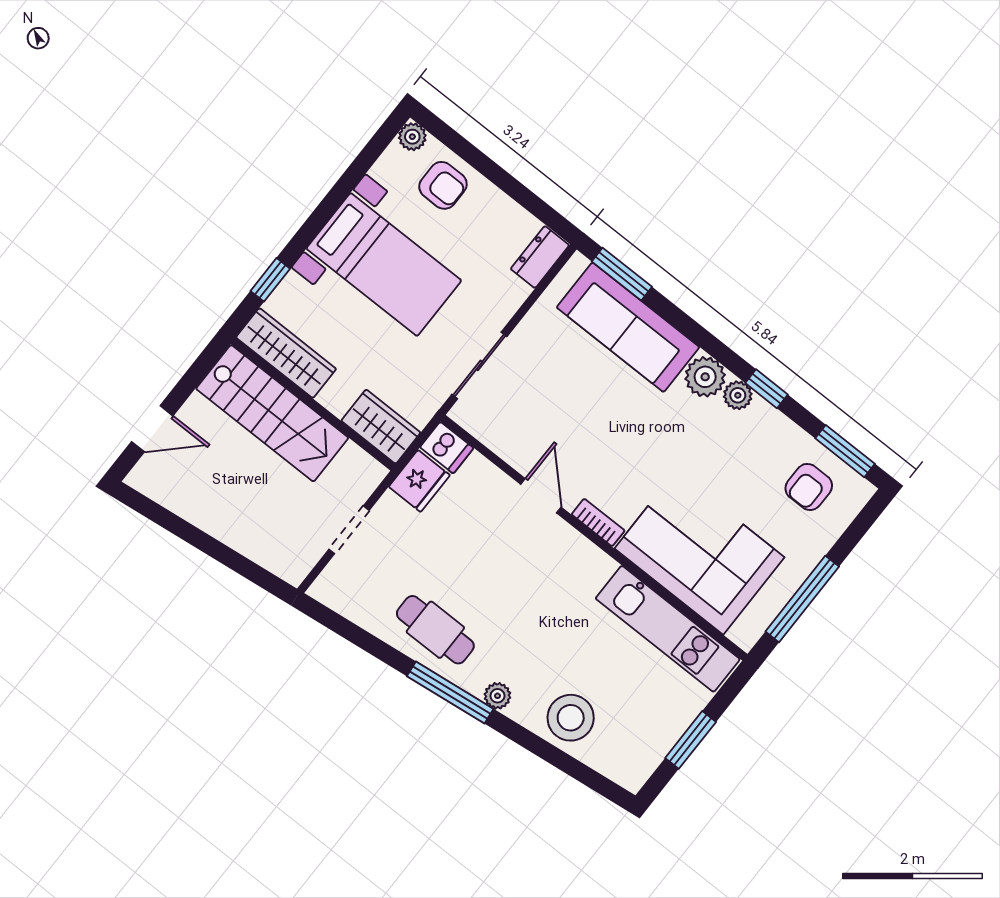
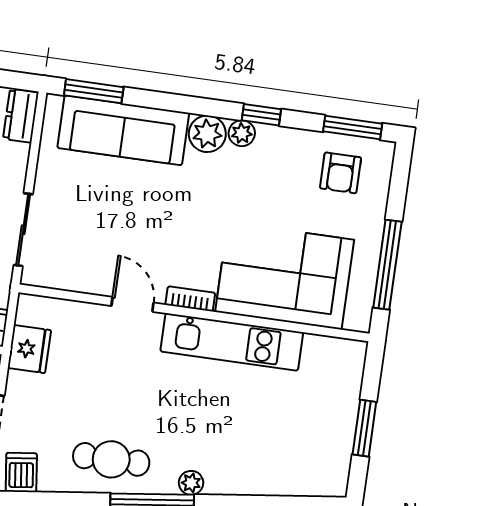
dishwasher: (447, 448) -> (21, 472), moved, turned -97
kitchen unit: (668, 629) -> (232, 342), moved
stool: (571, 718) -> (259, 466), removed

